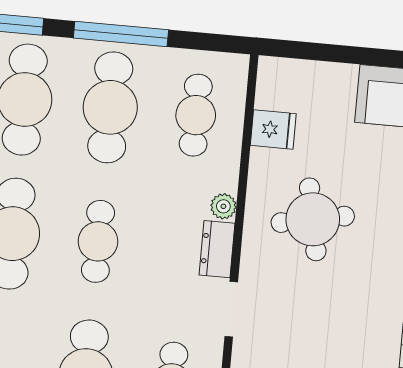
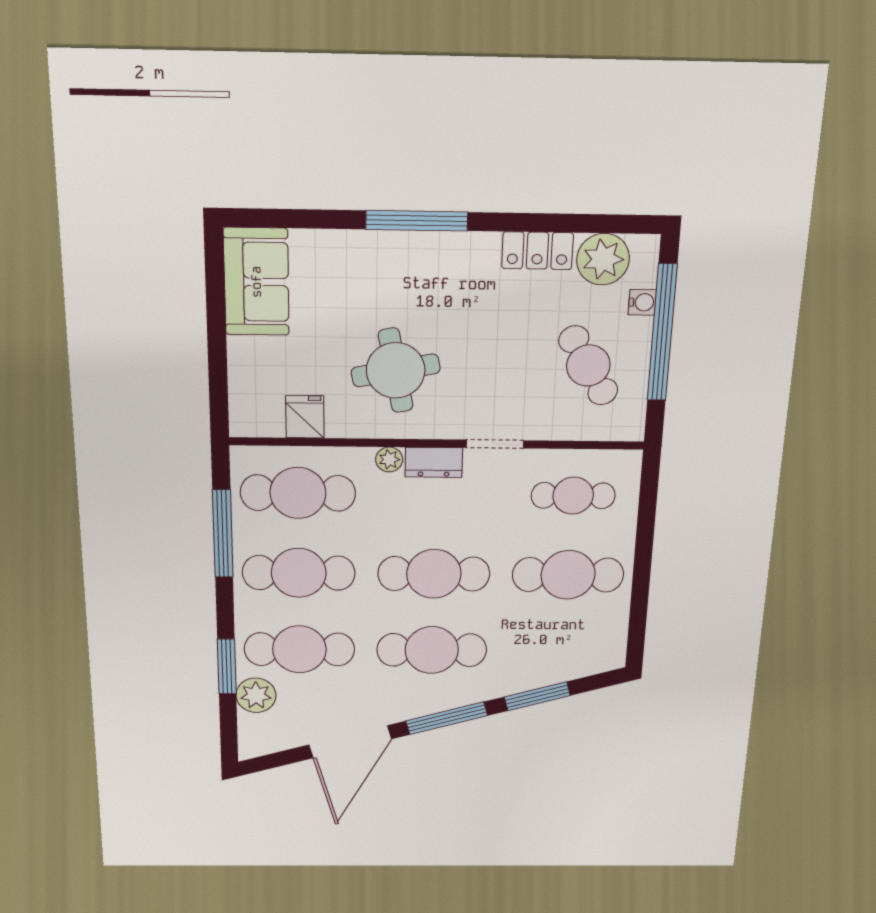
window: (121, 34) -> (223, 534), moved
cafe table: (196, 115) -> (298, 493), width x1.37, depth x1.35
cafe table: (98, 241) -> (434, 574), width x1.37, depth x1.35

